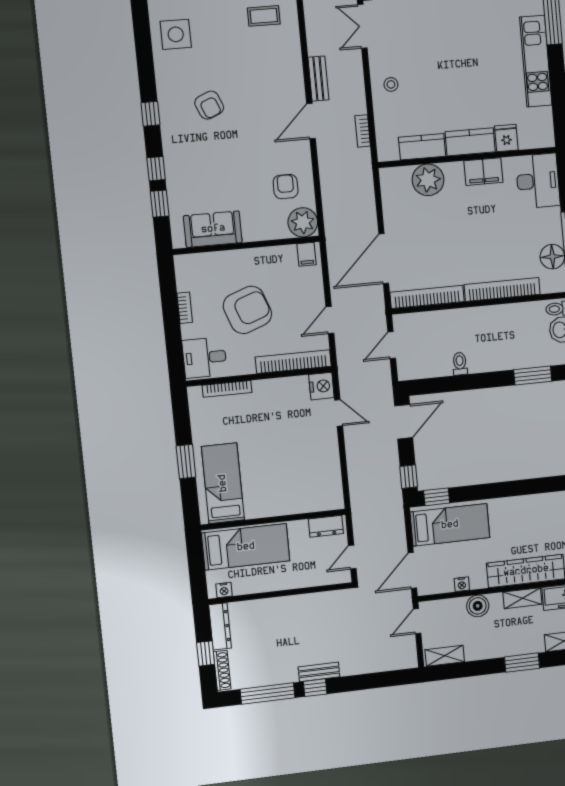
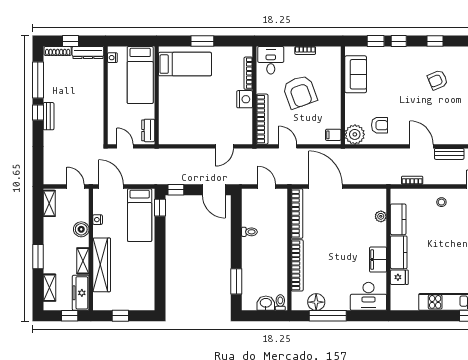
plant: (428, 180) -> (381, 216), width x0.53, depth x0.53
nightstand: (321, 386) -> (245, 99), moved, turned -90

